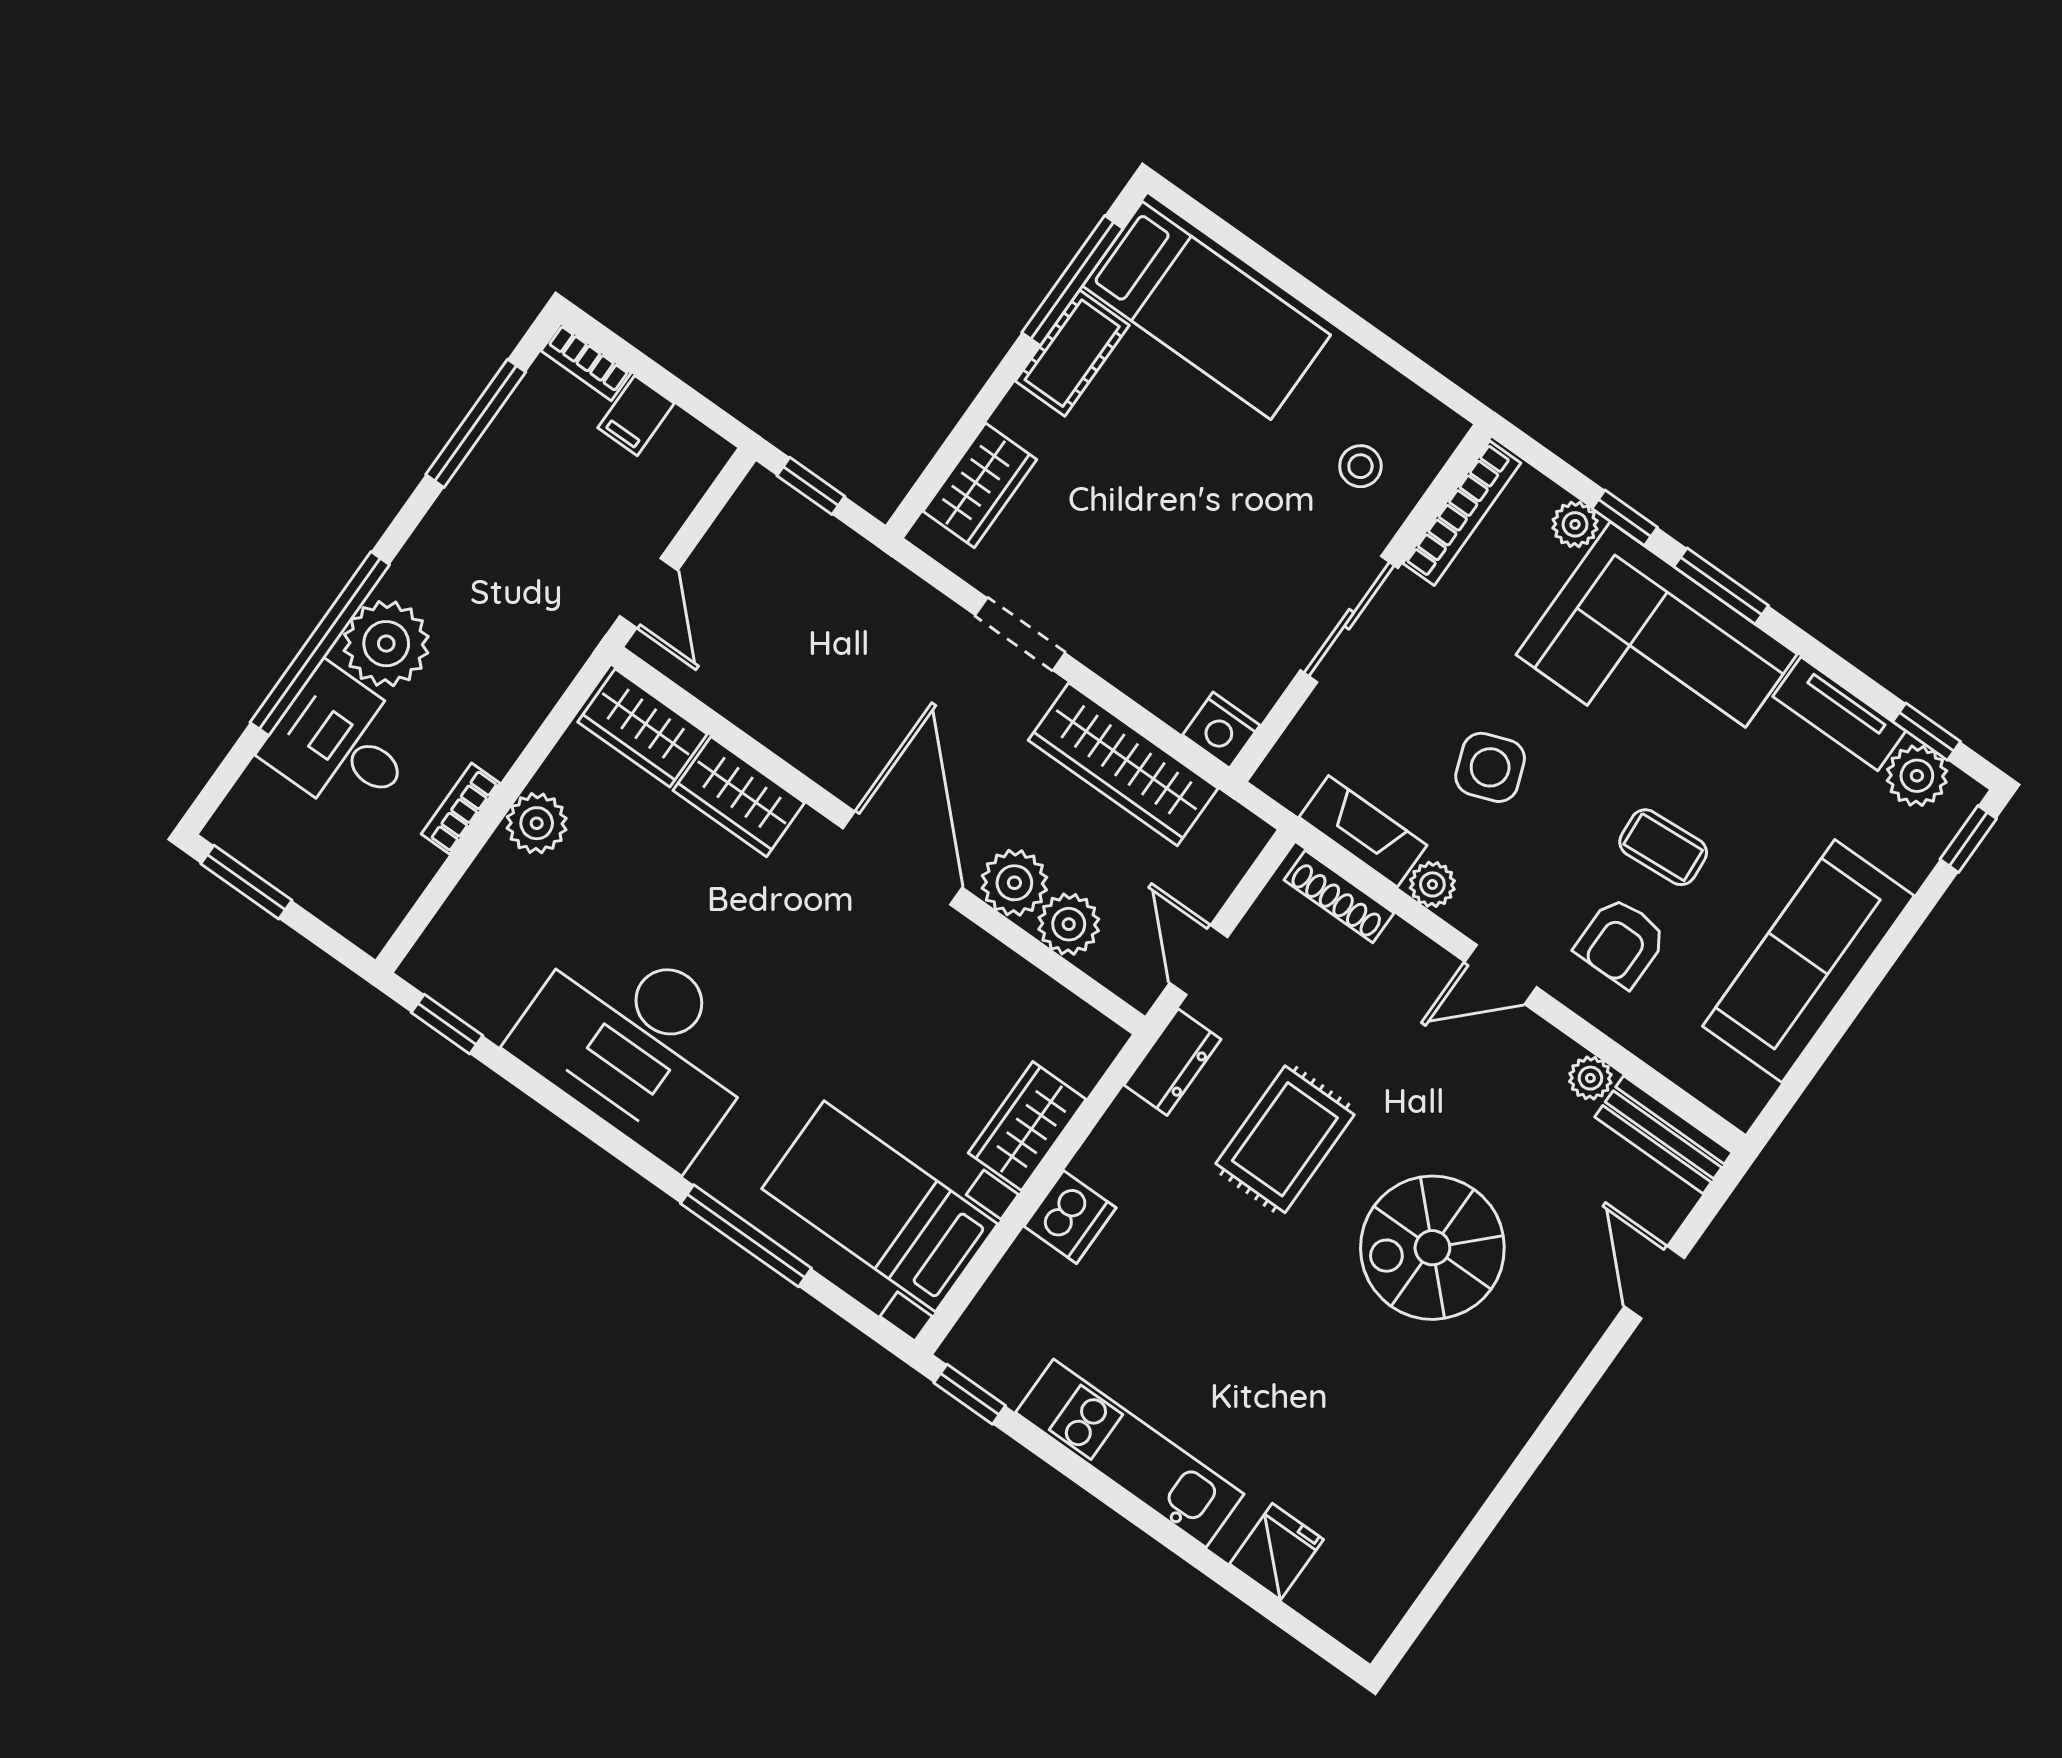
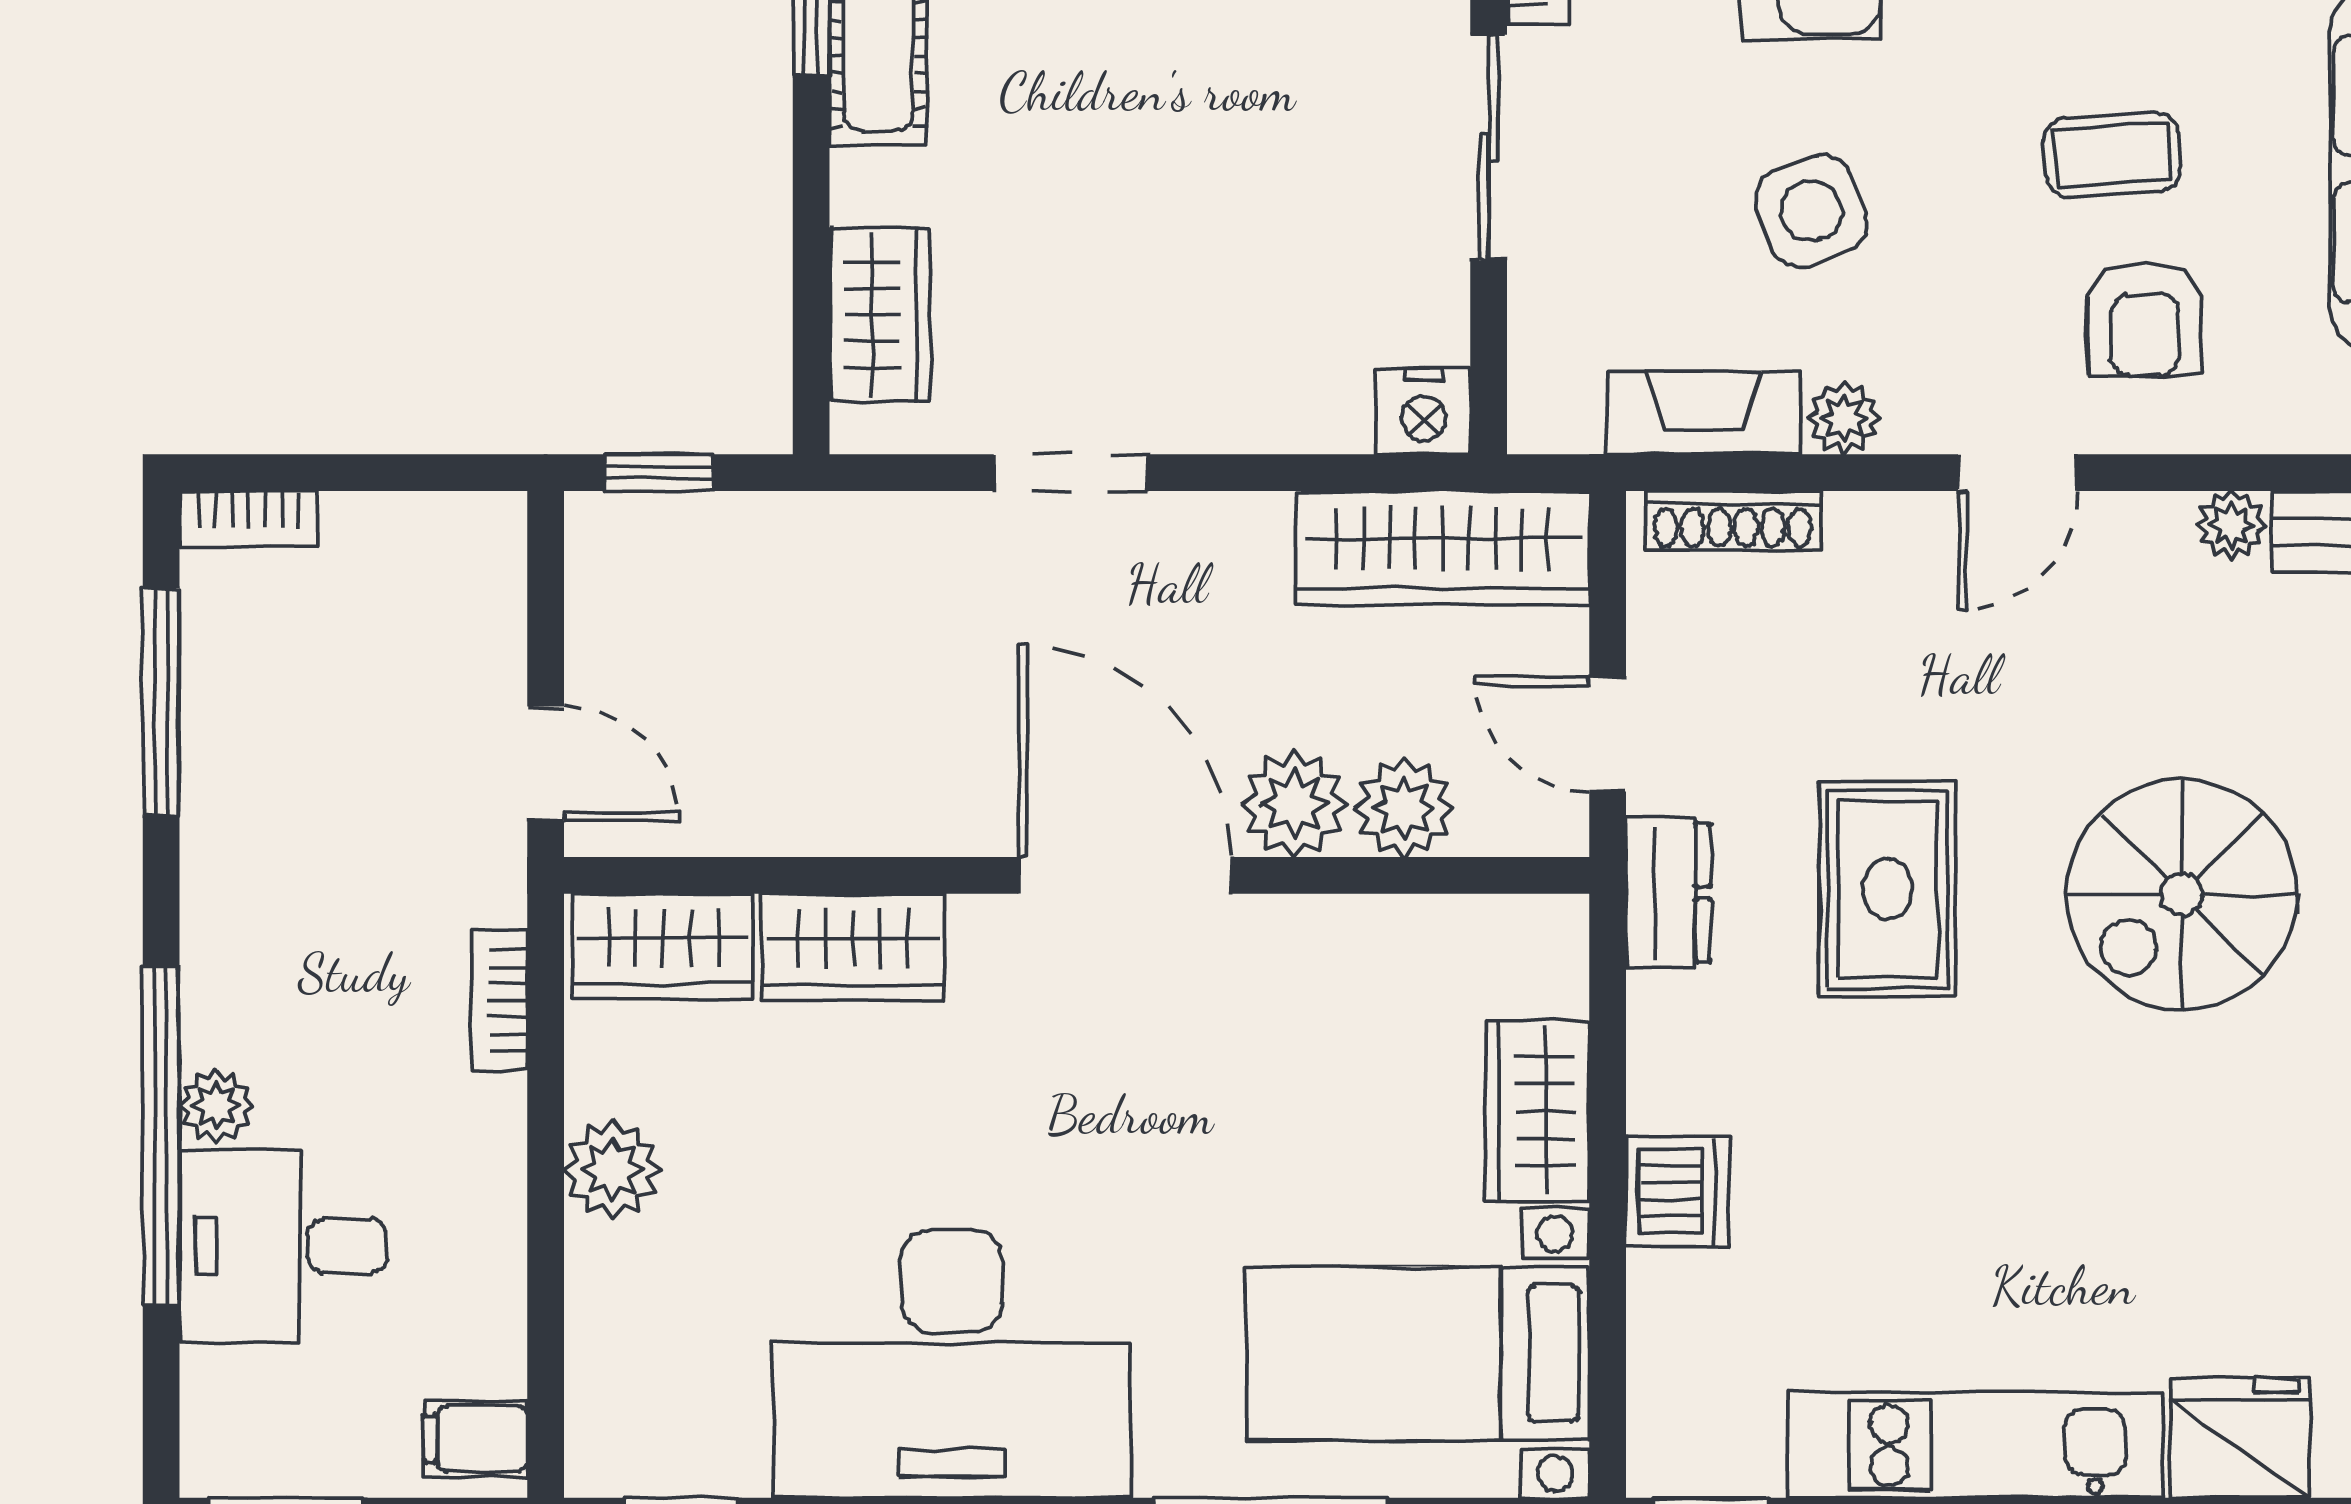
filing cabinet: (636, 416) -> (475, 1439), moved, turned 90
plant: (386, 644) -> (216, 1106), width x0.53, depth x0.53
wardrobe: (1123, 764) -> (1443, 548), moved
bookcase: (461, 809) -> (499, 1001), moved
fridge: (1276, 1552) -> (2240, 1438), width x1.38

